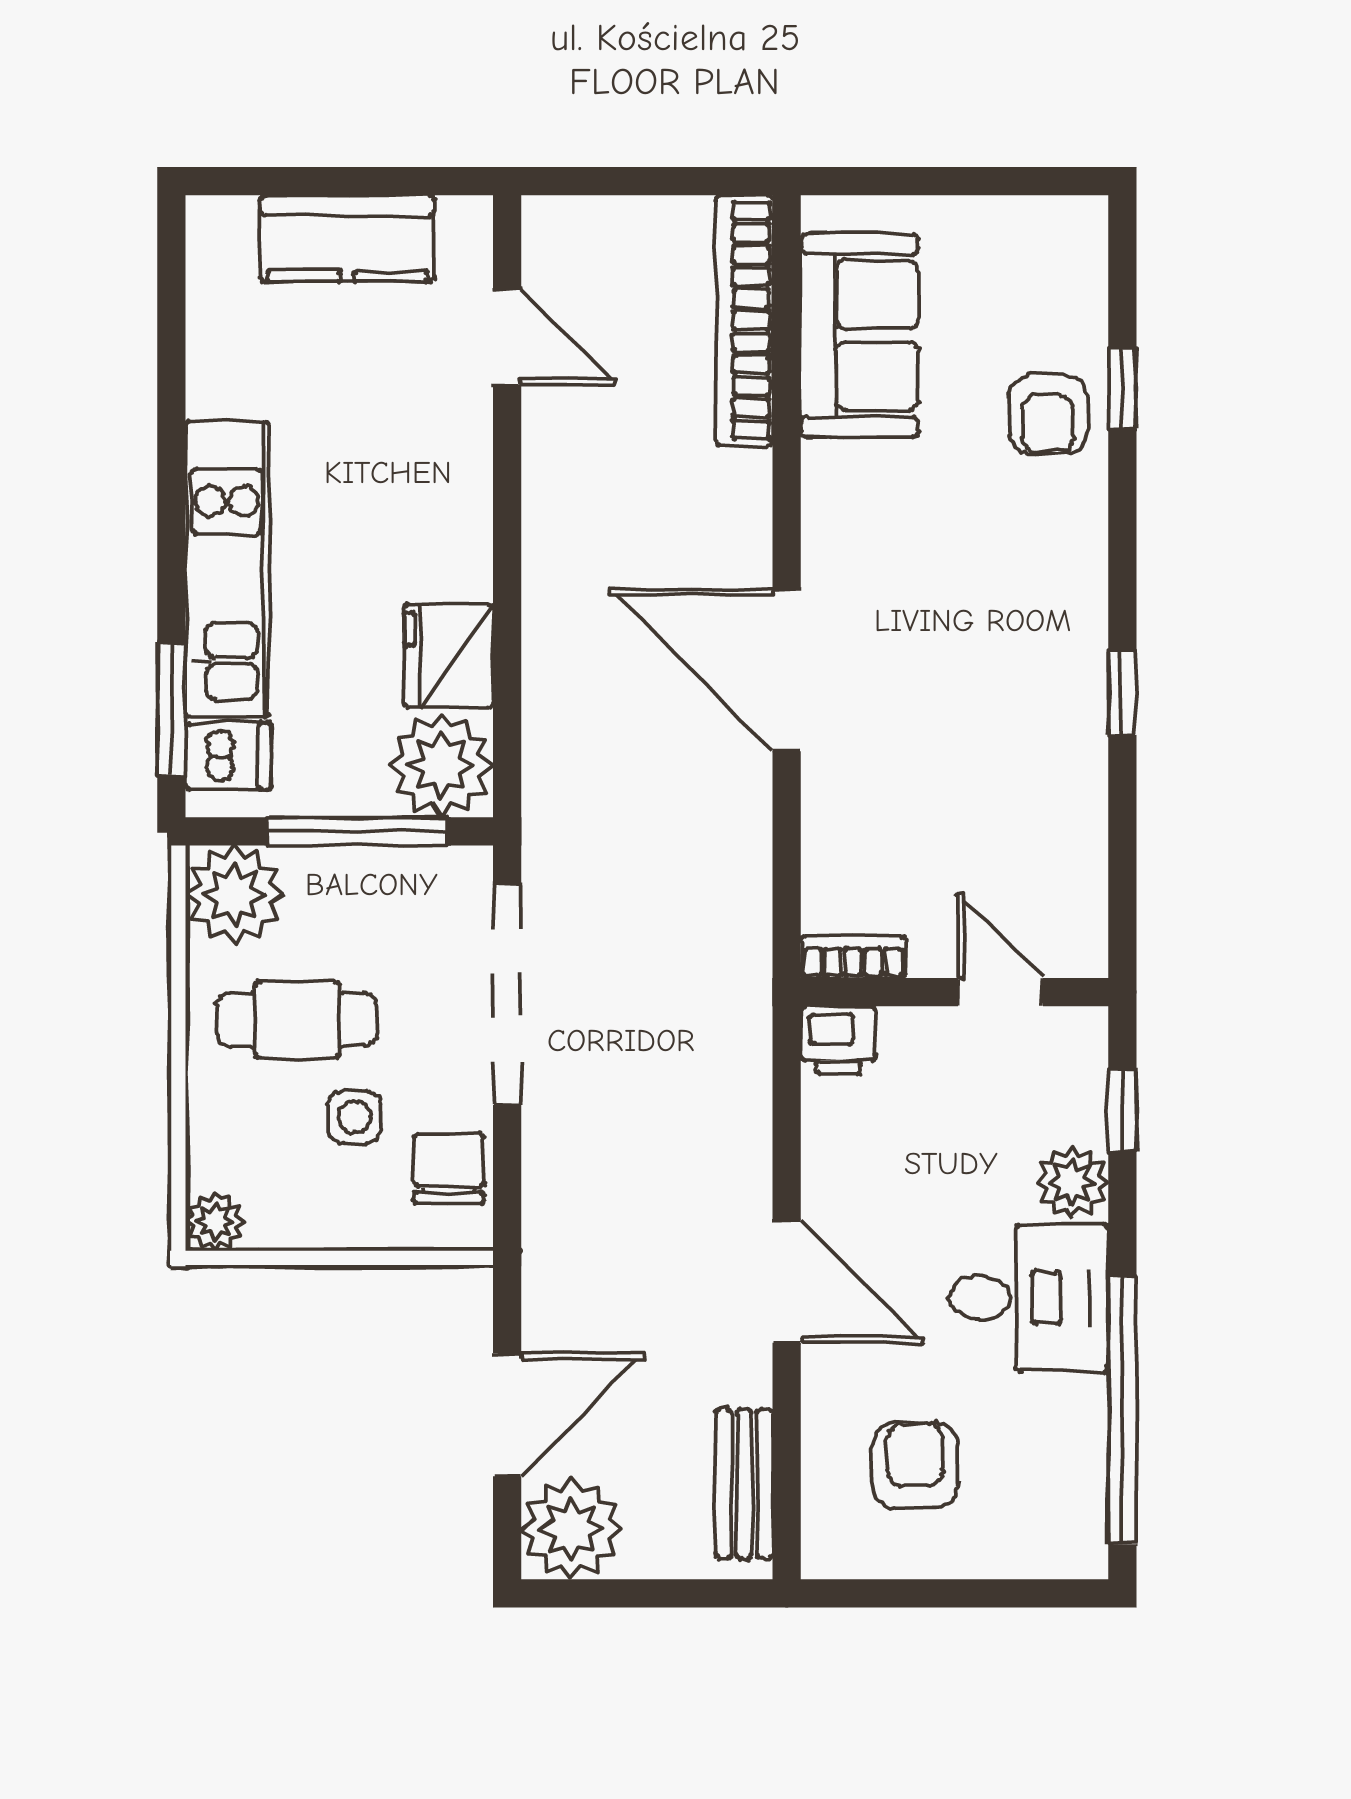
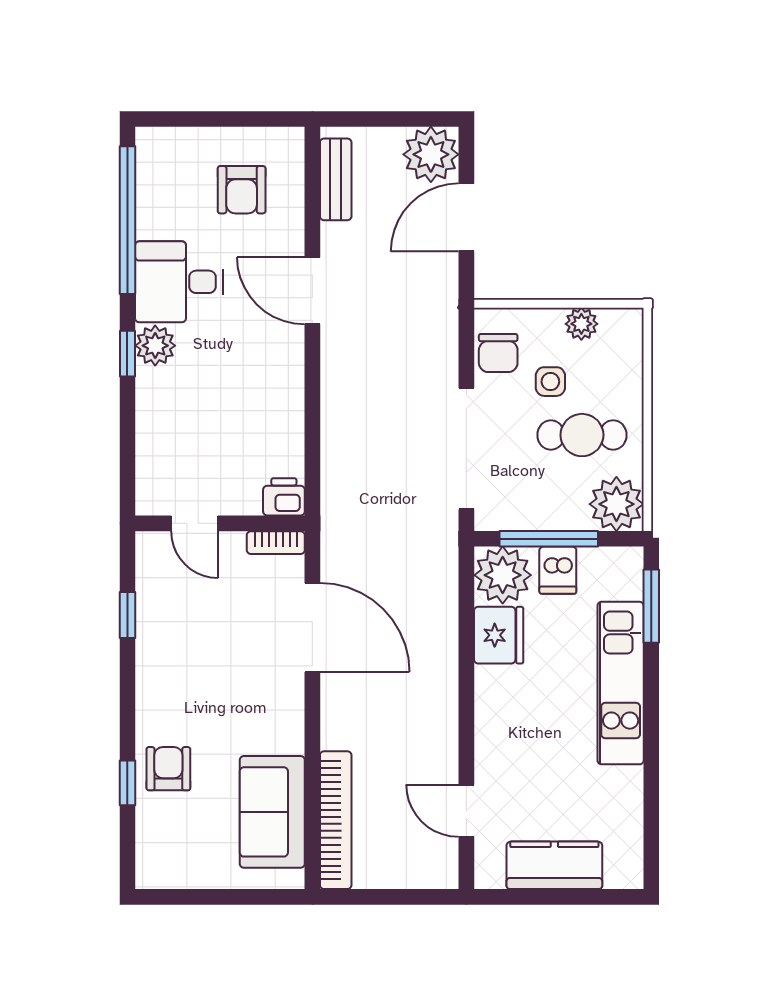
dishwasher: (228, 756) -> (558, 570), moved, turned -90
bookcase: (853, 957) -> (276, 543), moved
wall: (954, 992) -> (220, 523), moved
door: (1000, 992) -> (195, 523), moved
printer: (838, 1040) -> (284, 497), moved
window: (1122, 1110) -> (127, 354), moved
plant: (215, 1222) -> (581, 324), moved

